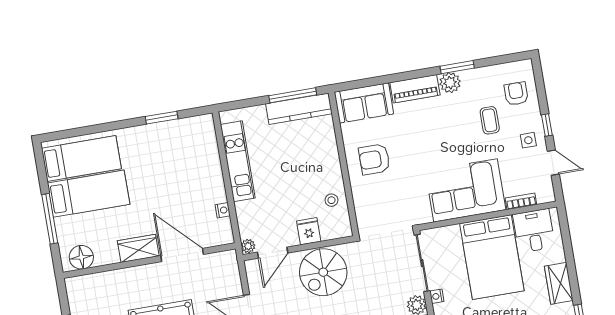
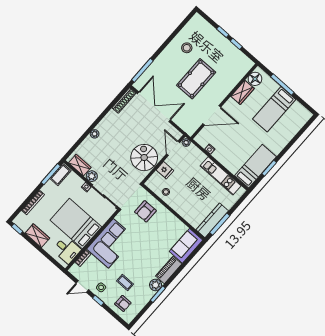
bed: (81, 158) -> (255, 166), moved, turned 180
armchair: (374, 159) -> (145, 211), moved, turned 180
wardrobe: (138, 248) -> (242, 92), moved

